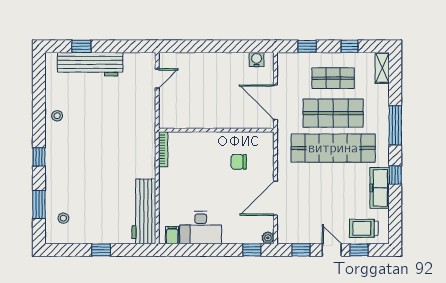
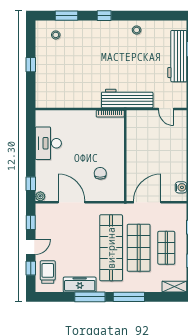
window: (395, 175) -> (90, 297), width x2.17
workbench: (144, 211) -> (127, 98), moved
filing cabinet: (172, 235) -> (42, 121), removed

